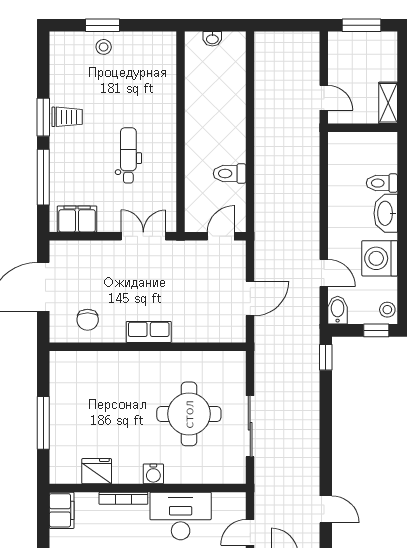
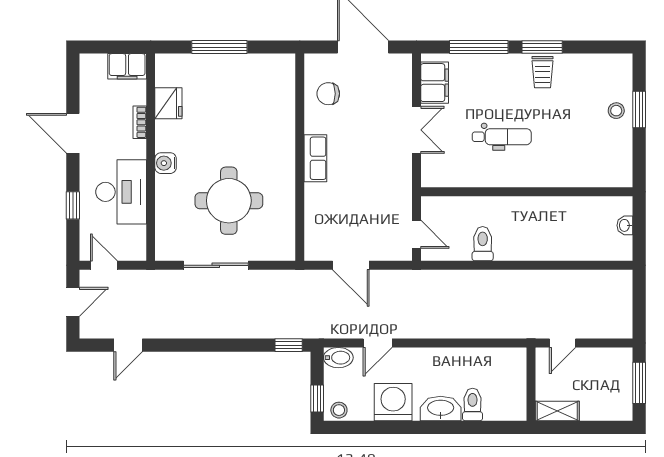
double door: (143, 236) -> (416, 130), moved
bookcase: (123, 498) -> (140, 122), width x0.64

